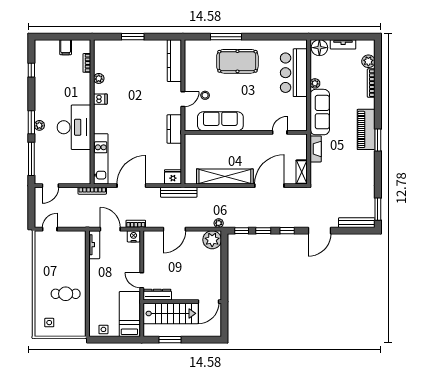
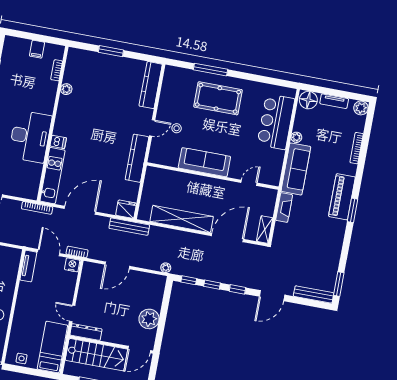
plant: (368, 61) -> (361, 108), moved
dishwasher: (100, 99) -> (58, 142), moved
sofa: (220, 121) -> (204, 162), moved
kitchen counter: (174, 129) -> (137, 158), width x1.50
plant: (212, 240) -> (149, 319), moved

